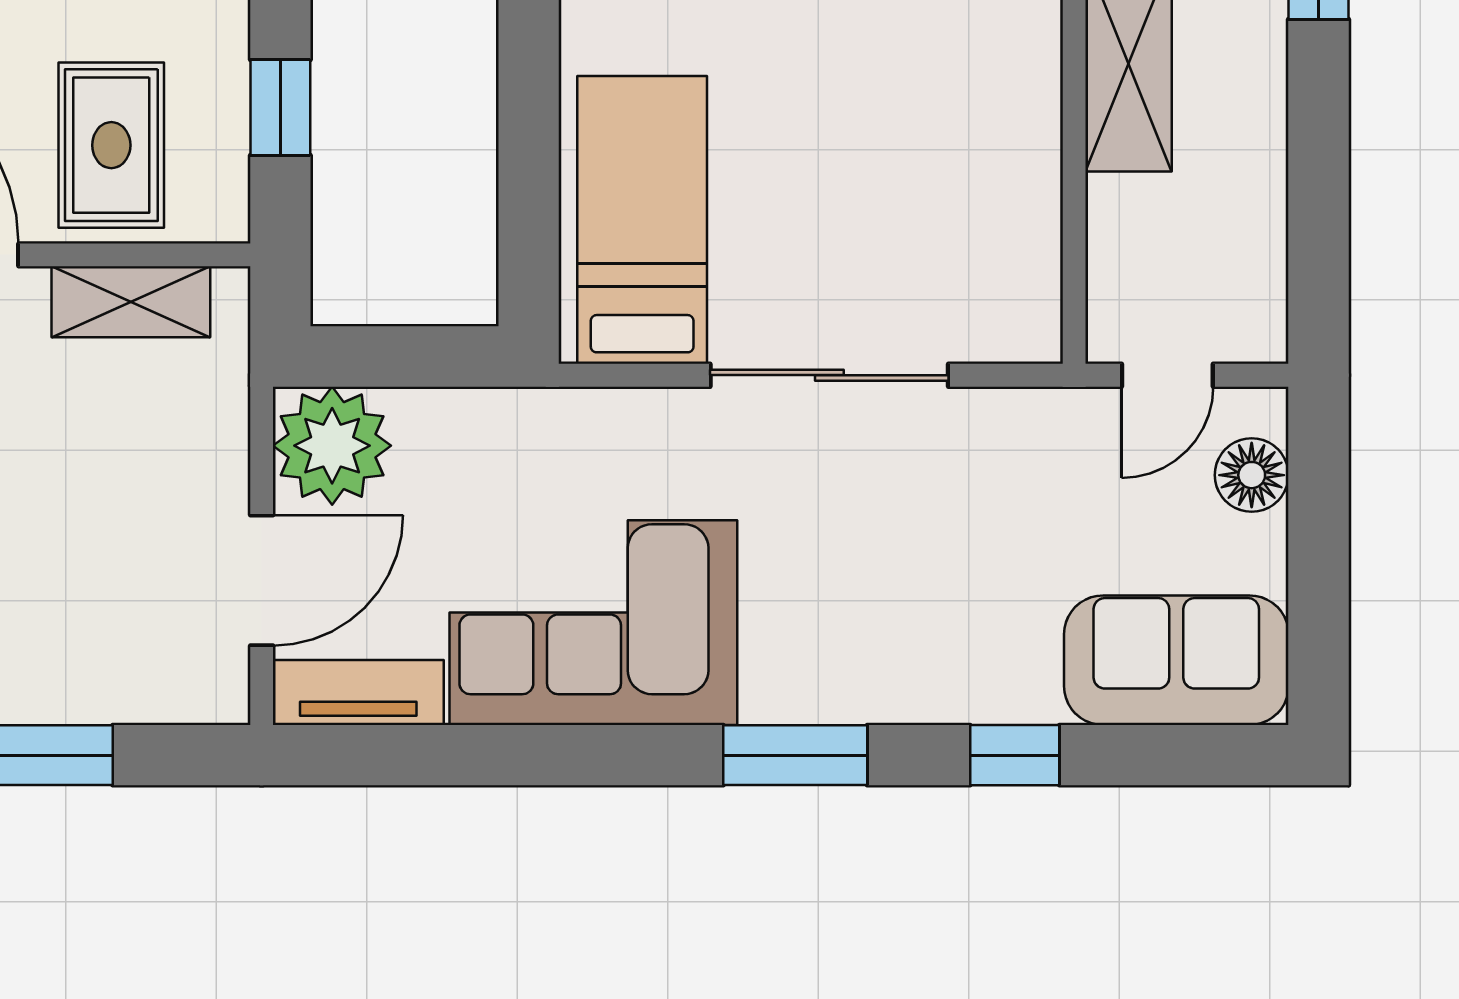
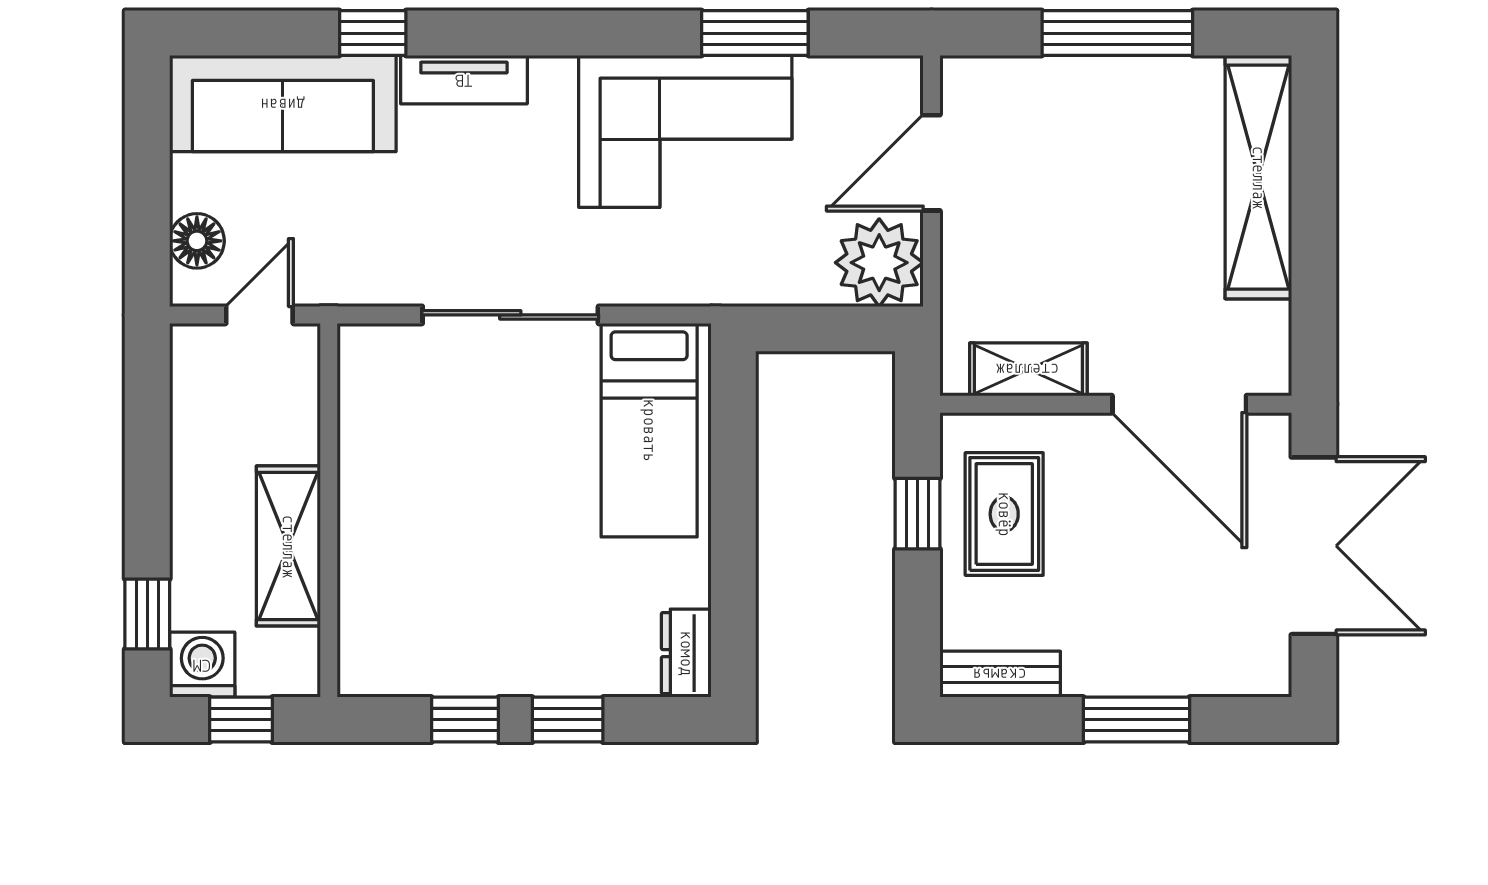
rug: (111, 145) -> (1004, 514), moved
sofa: (1176, 660) -> (283, 104), width x1.36
tv unit: (358, 692) -> (464, 80), moved
window: (795, 755) -> (755, 33), moved

